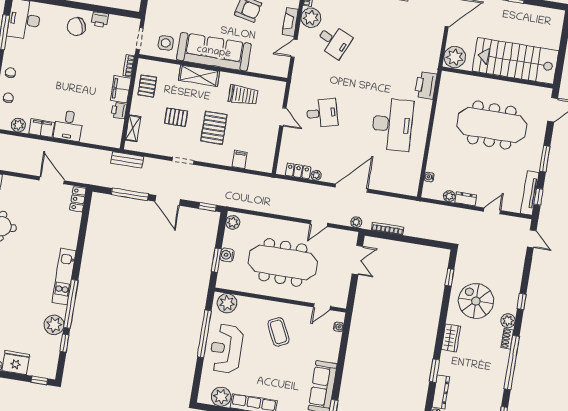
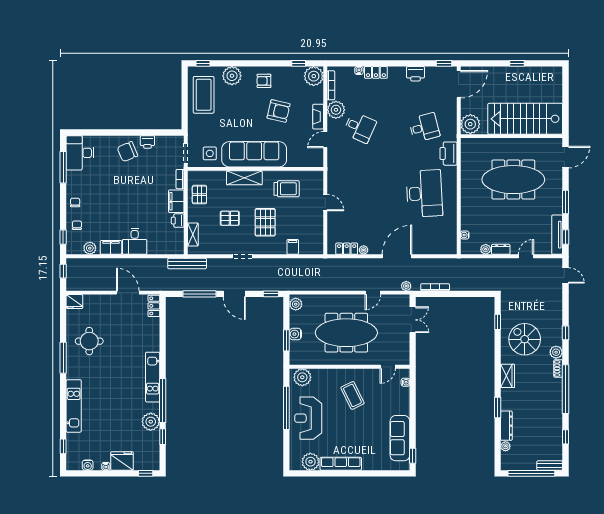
desk: (322, 113) -> (424, 127), moved
bench: (127, 160) -> (187, 263), width x1.36

